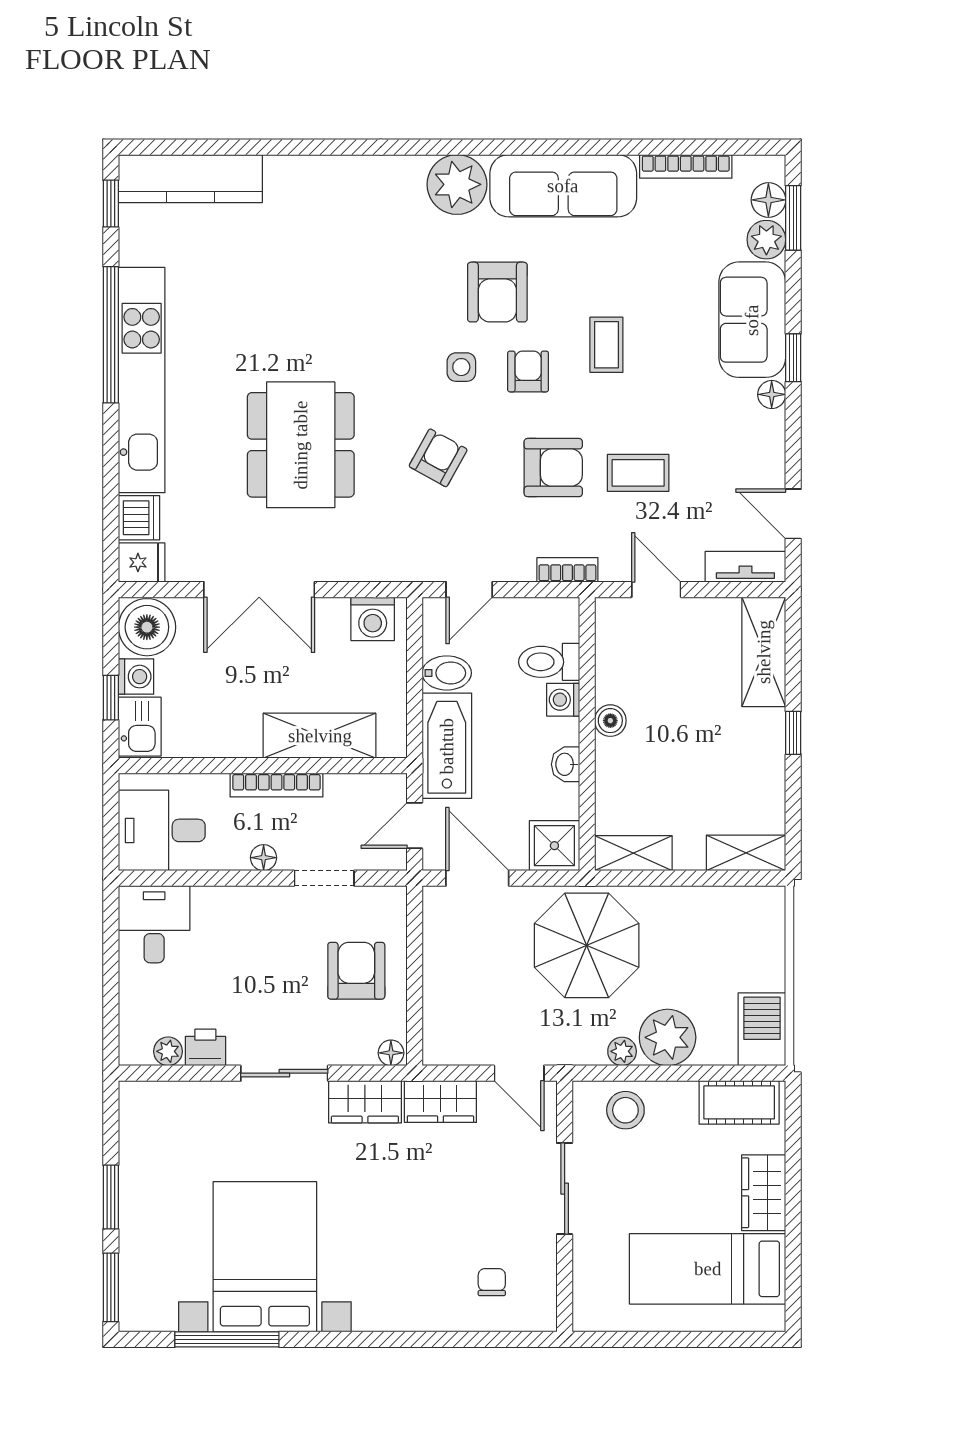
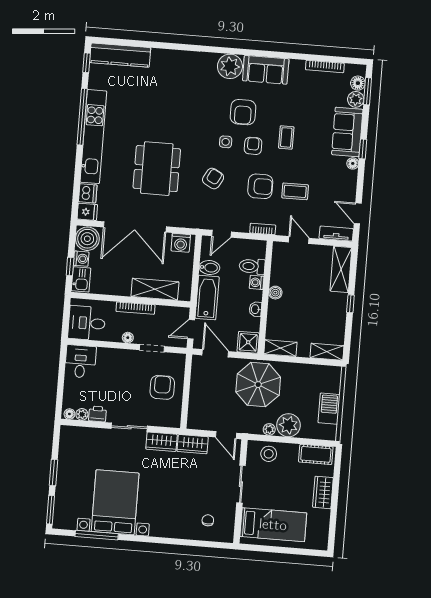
sofa: (563, 186) -> (266, 70), width x0.73
double door: (259, 590) -> (135, 227), width x1.36
barbecue: (762, 1029) -> (329, 409), moved
floor lamp: (391, 1053) -> (69, 414), moved
bed: (708, 1269) -> (273, 525), moved, turned 180

